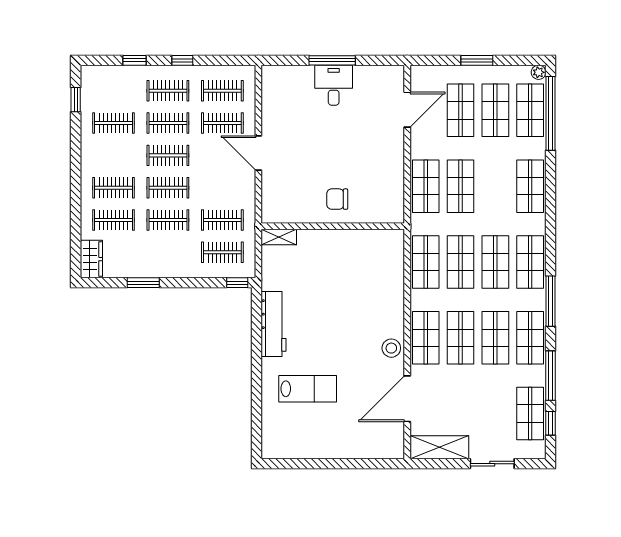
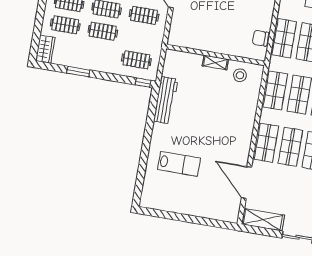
chair: (337, 199) -> (260, 38), moved
clothes rail: (222, 220) -> (144, 15), moved
shelving: (279, 237) -> (215, 62), moved
workbench: (273, 324) -> (166, 100), moved
stool: (391, 348) -> (240, 75), moved
door: (407, 399) -> (247, 183), hinge flipped

